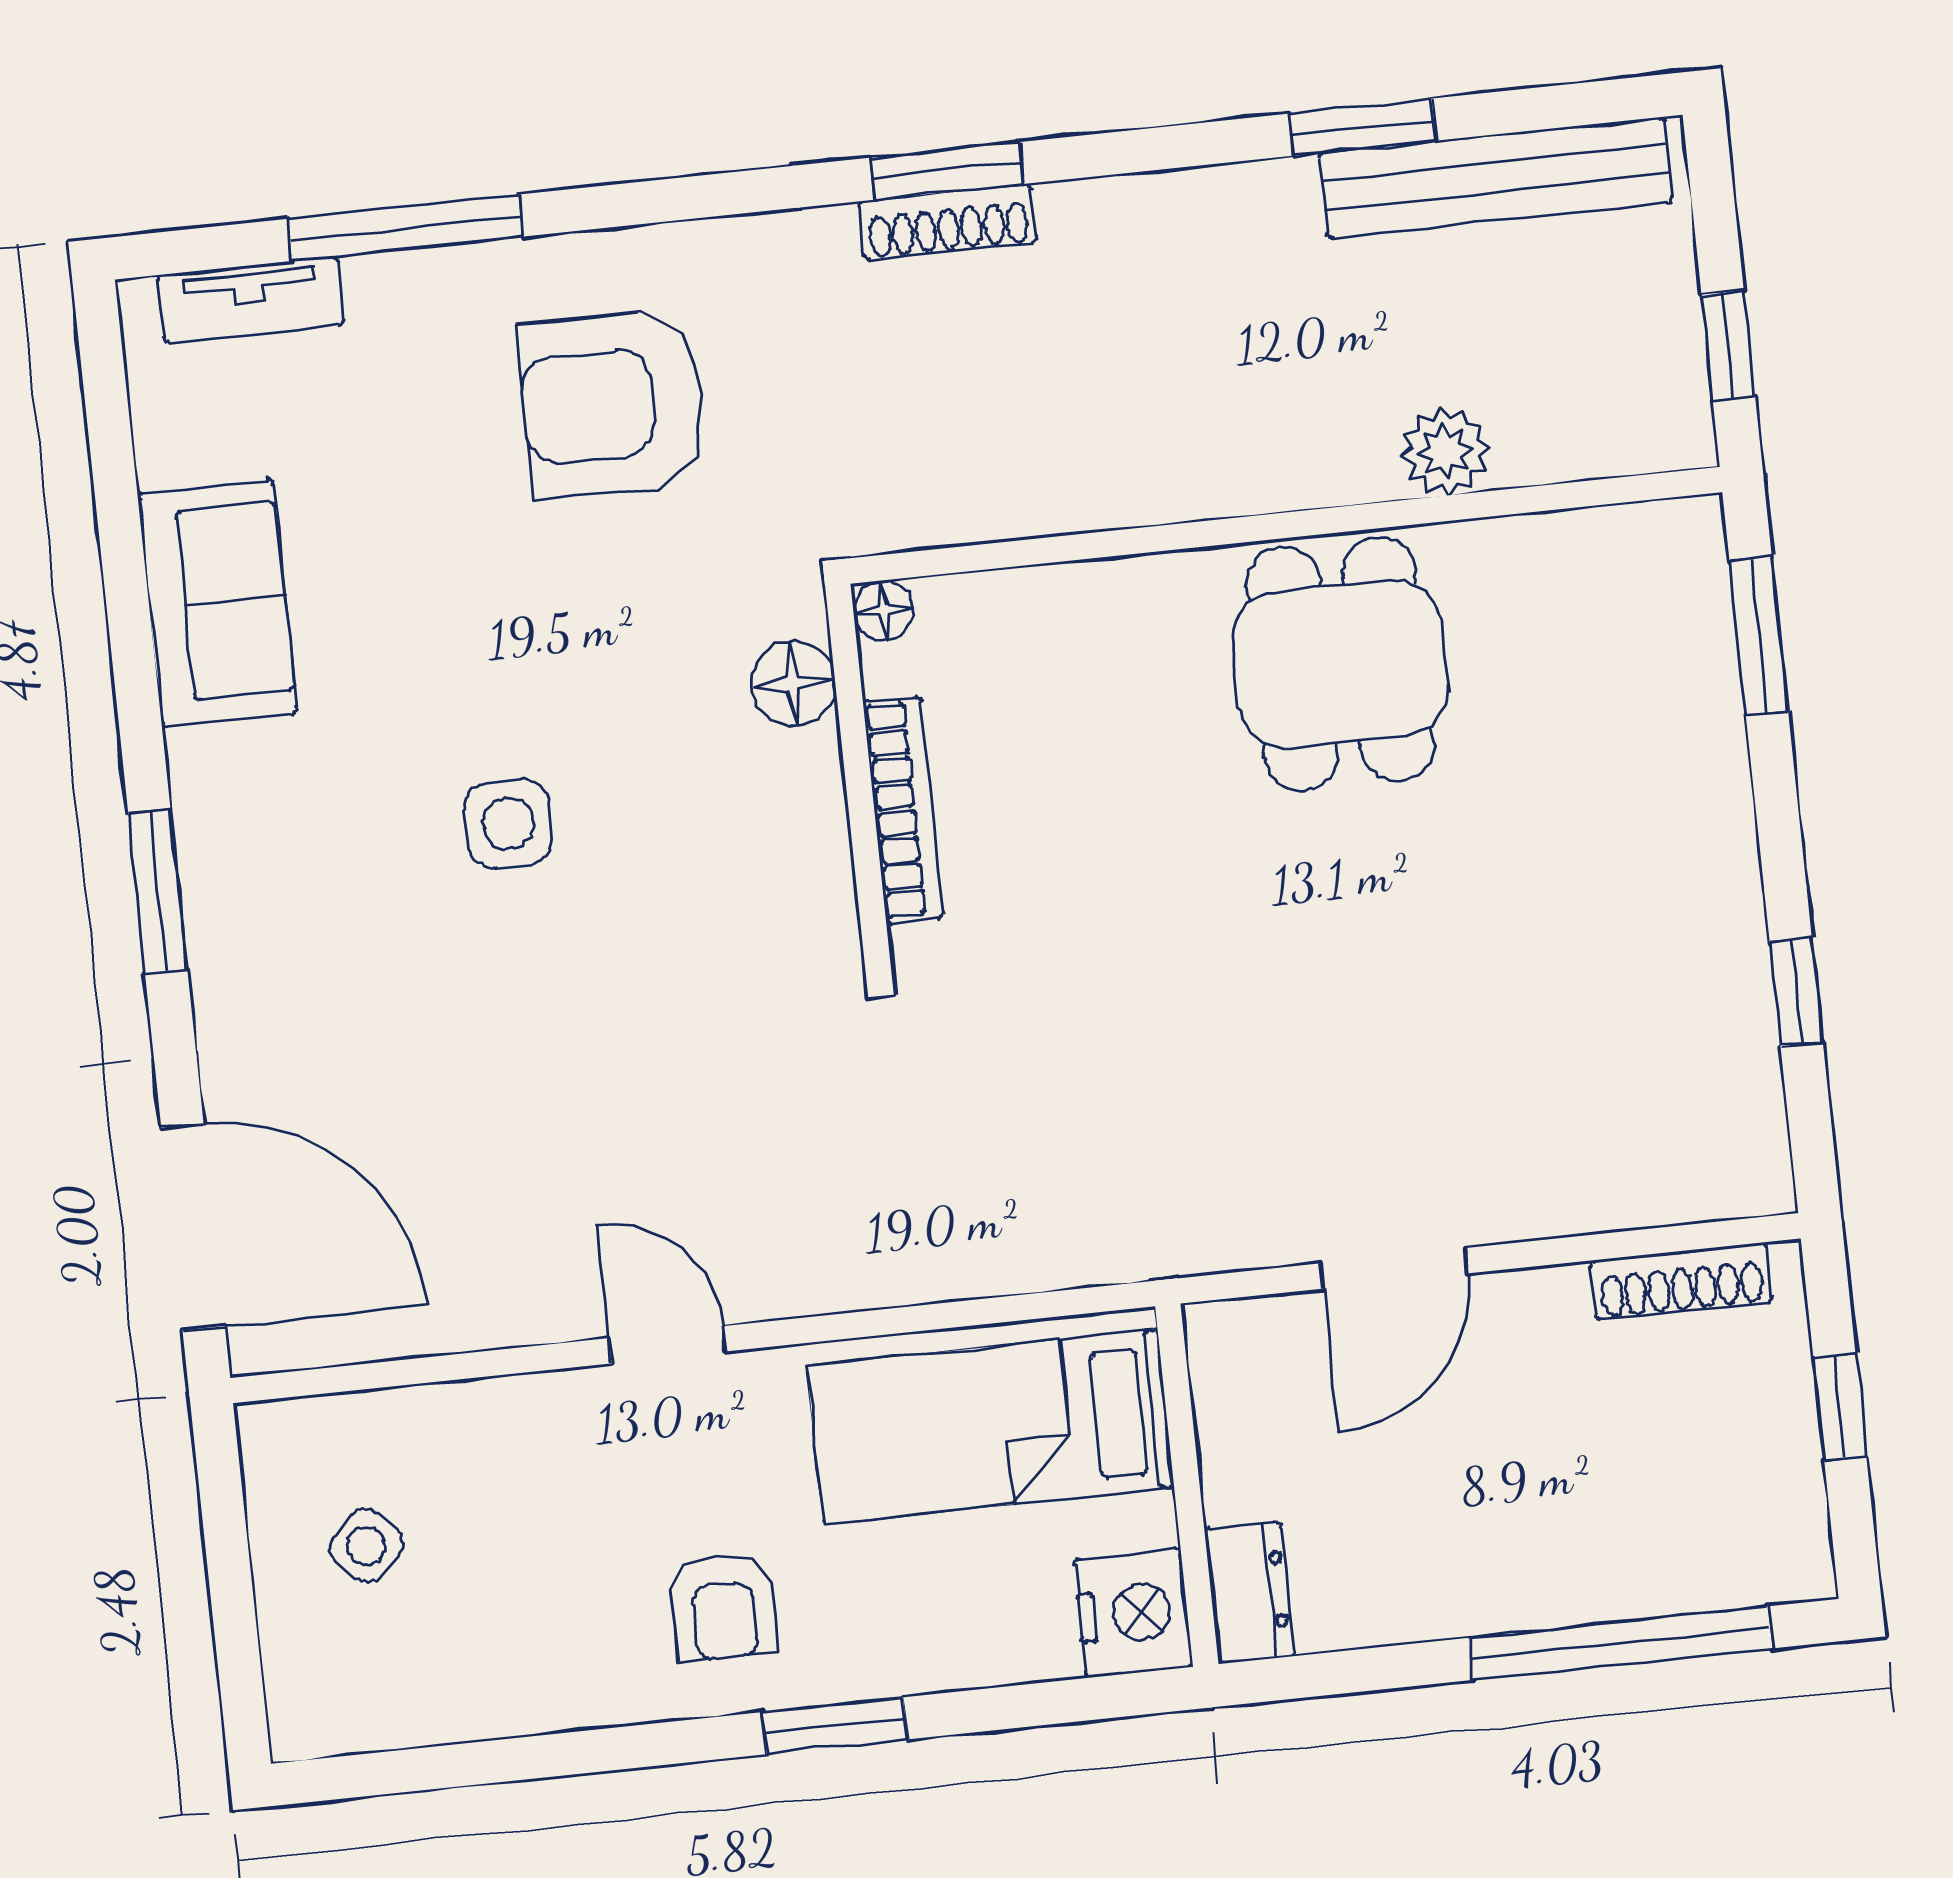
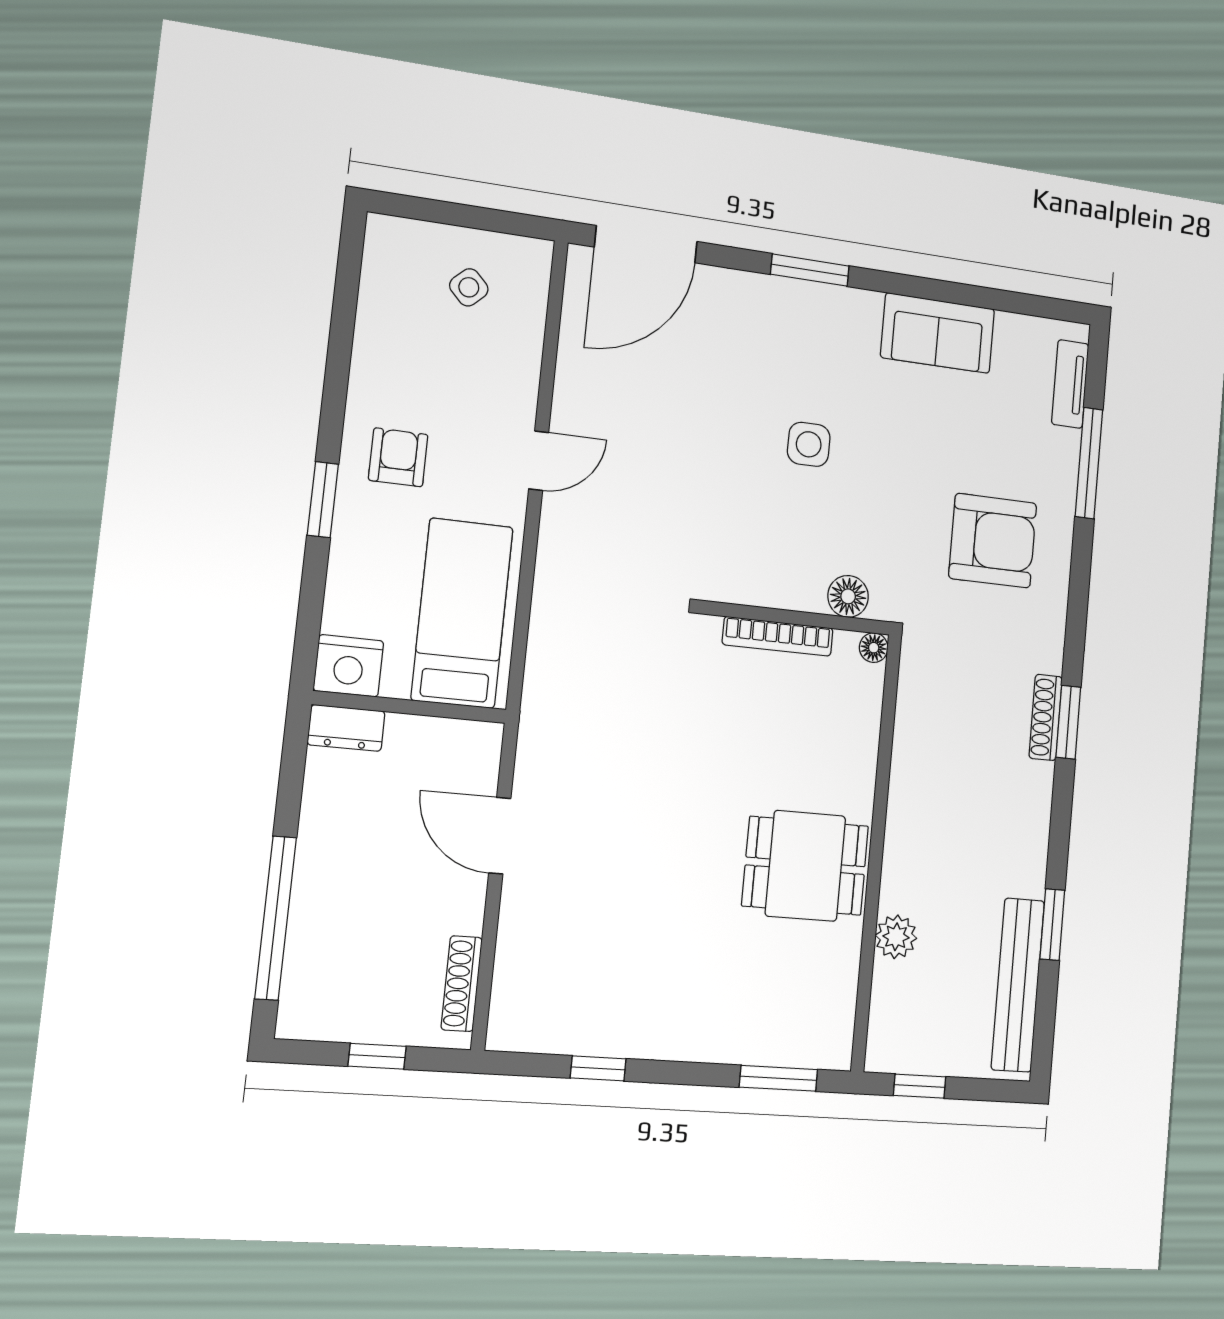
armchair: (613, 404) -> (993, 541), turned 90
armchair: (723, 1607) -> (398, 457), turned 90

